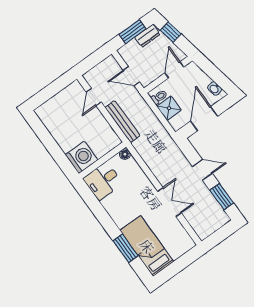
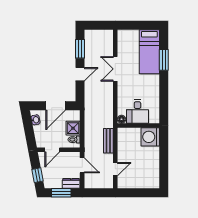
dresser: (147, 36) -> (71, 183), moved
bench: (122, 122) -> (108, 141), width x0.73
door: (202, 170) -> (80, 74), swing flipped
desk: (103, 181) -> (137, 112), moved, turned 90

